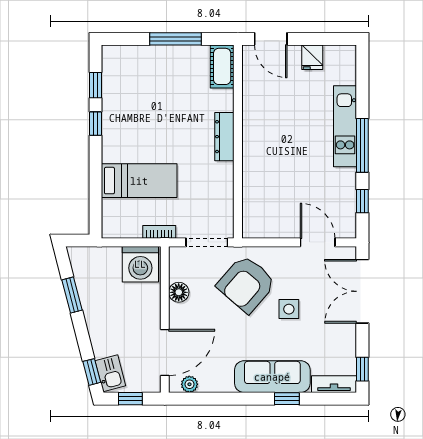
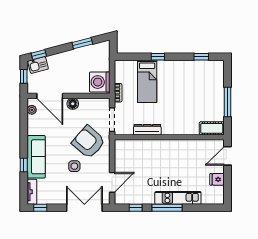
window: (96, 124) -> (158, 57), moved
dresser: (224, 137) -> (147, 130), moved
floor lamp: (179, 292) -> (73, 104), moved

